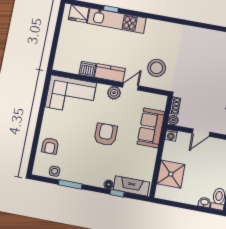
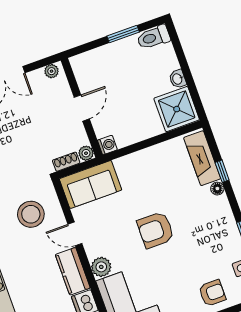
plant: (114, 93) -> (101, 267), moved
sofa: (151, 128) -> (91, 184), moved
door: (201, 133) -> (82, 108), hinge flipped
shower: (171, 174) -> (177, 109), moved
washbasin: (204, 202) -> (178, 79), moved

